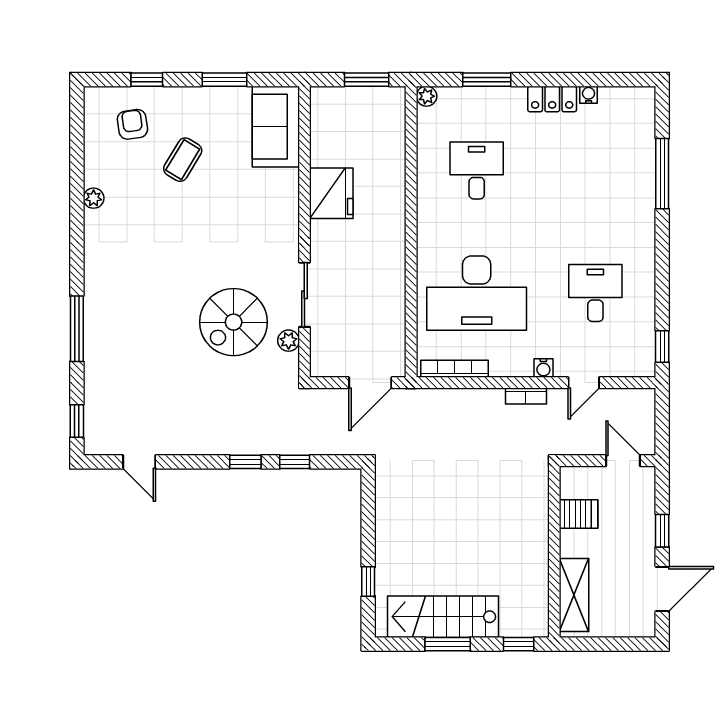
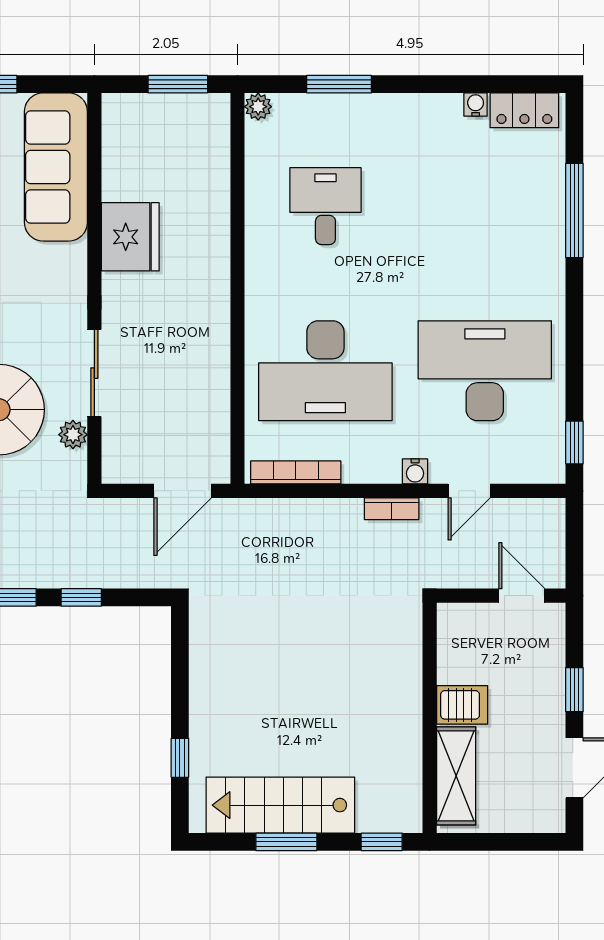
locker: (552, 99) -> (524, 110), moved
sofa: (276, 127) -> (56, 167), width x1.36
desk: (595, 293) -> (485, 371), width x1.87, depth x1.30
server rack: (579, 514) -> (462, 705), moved

